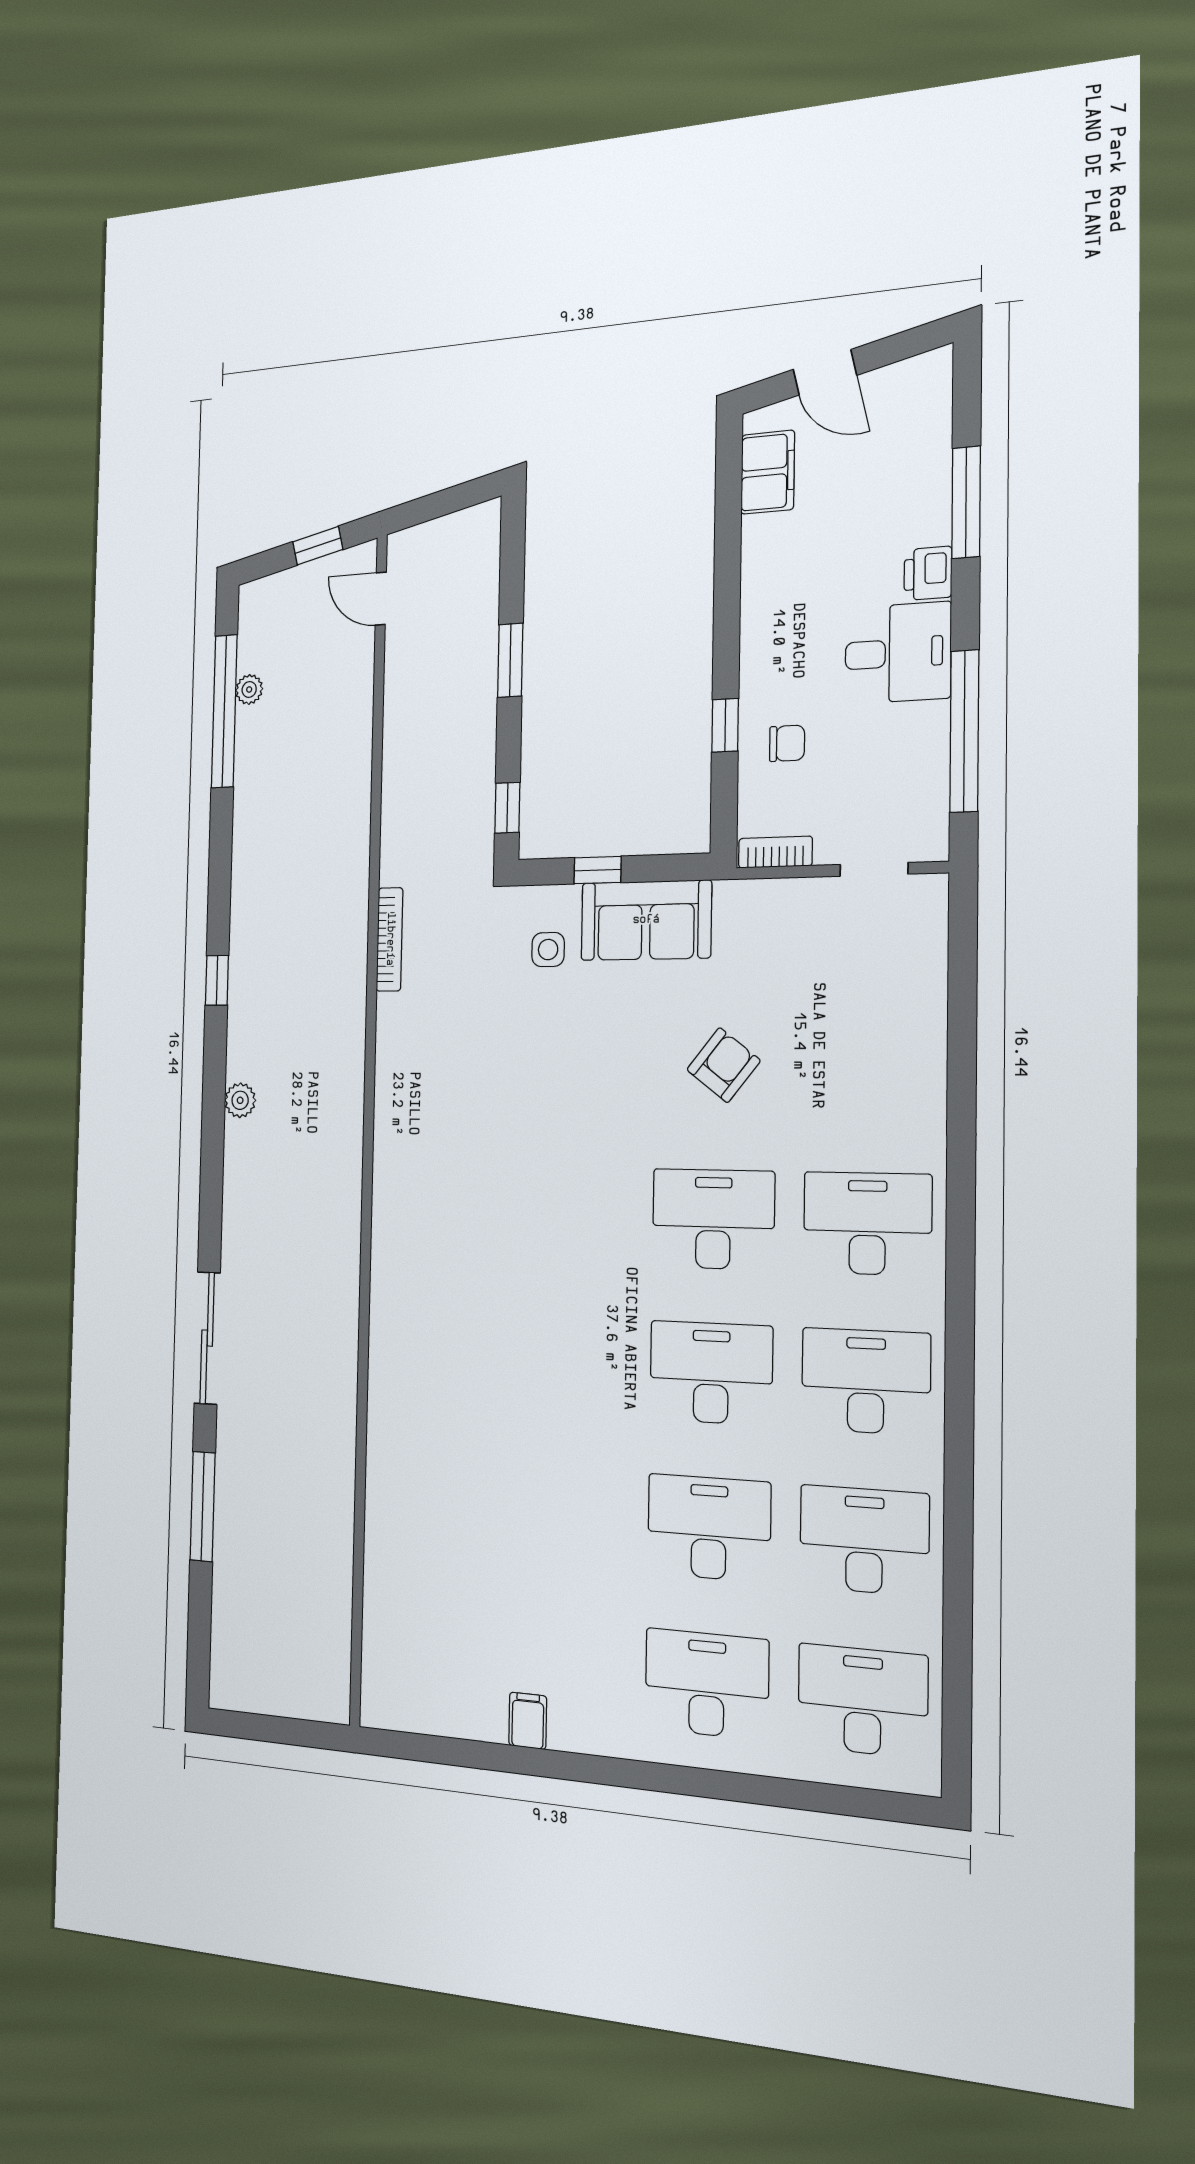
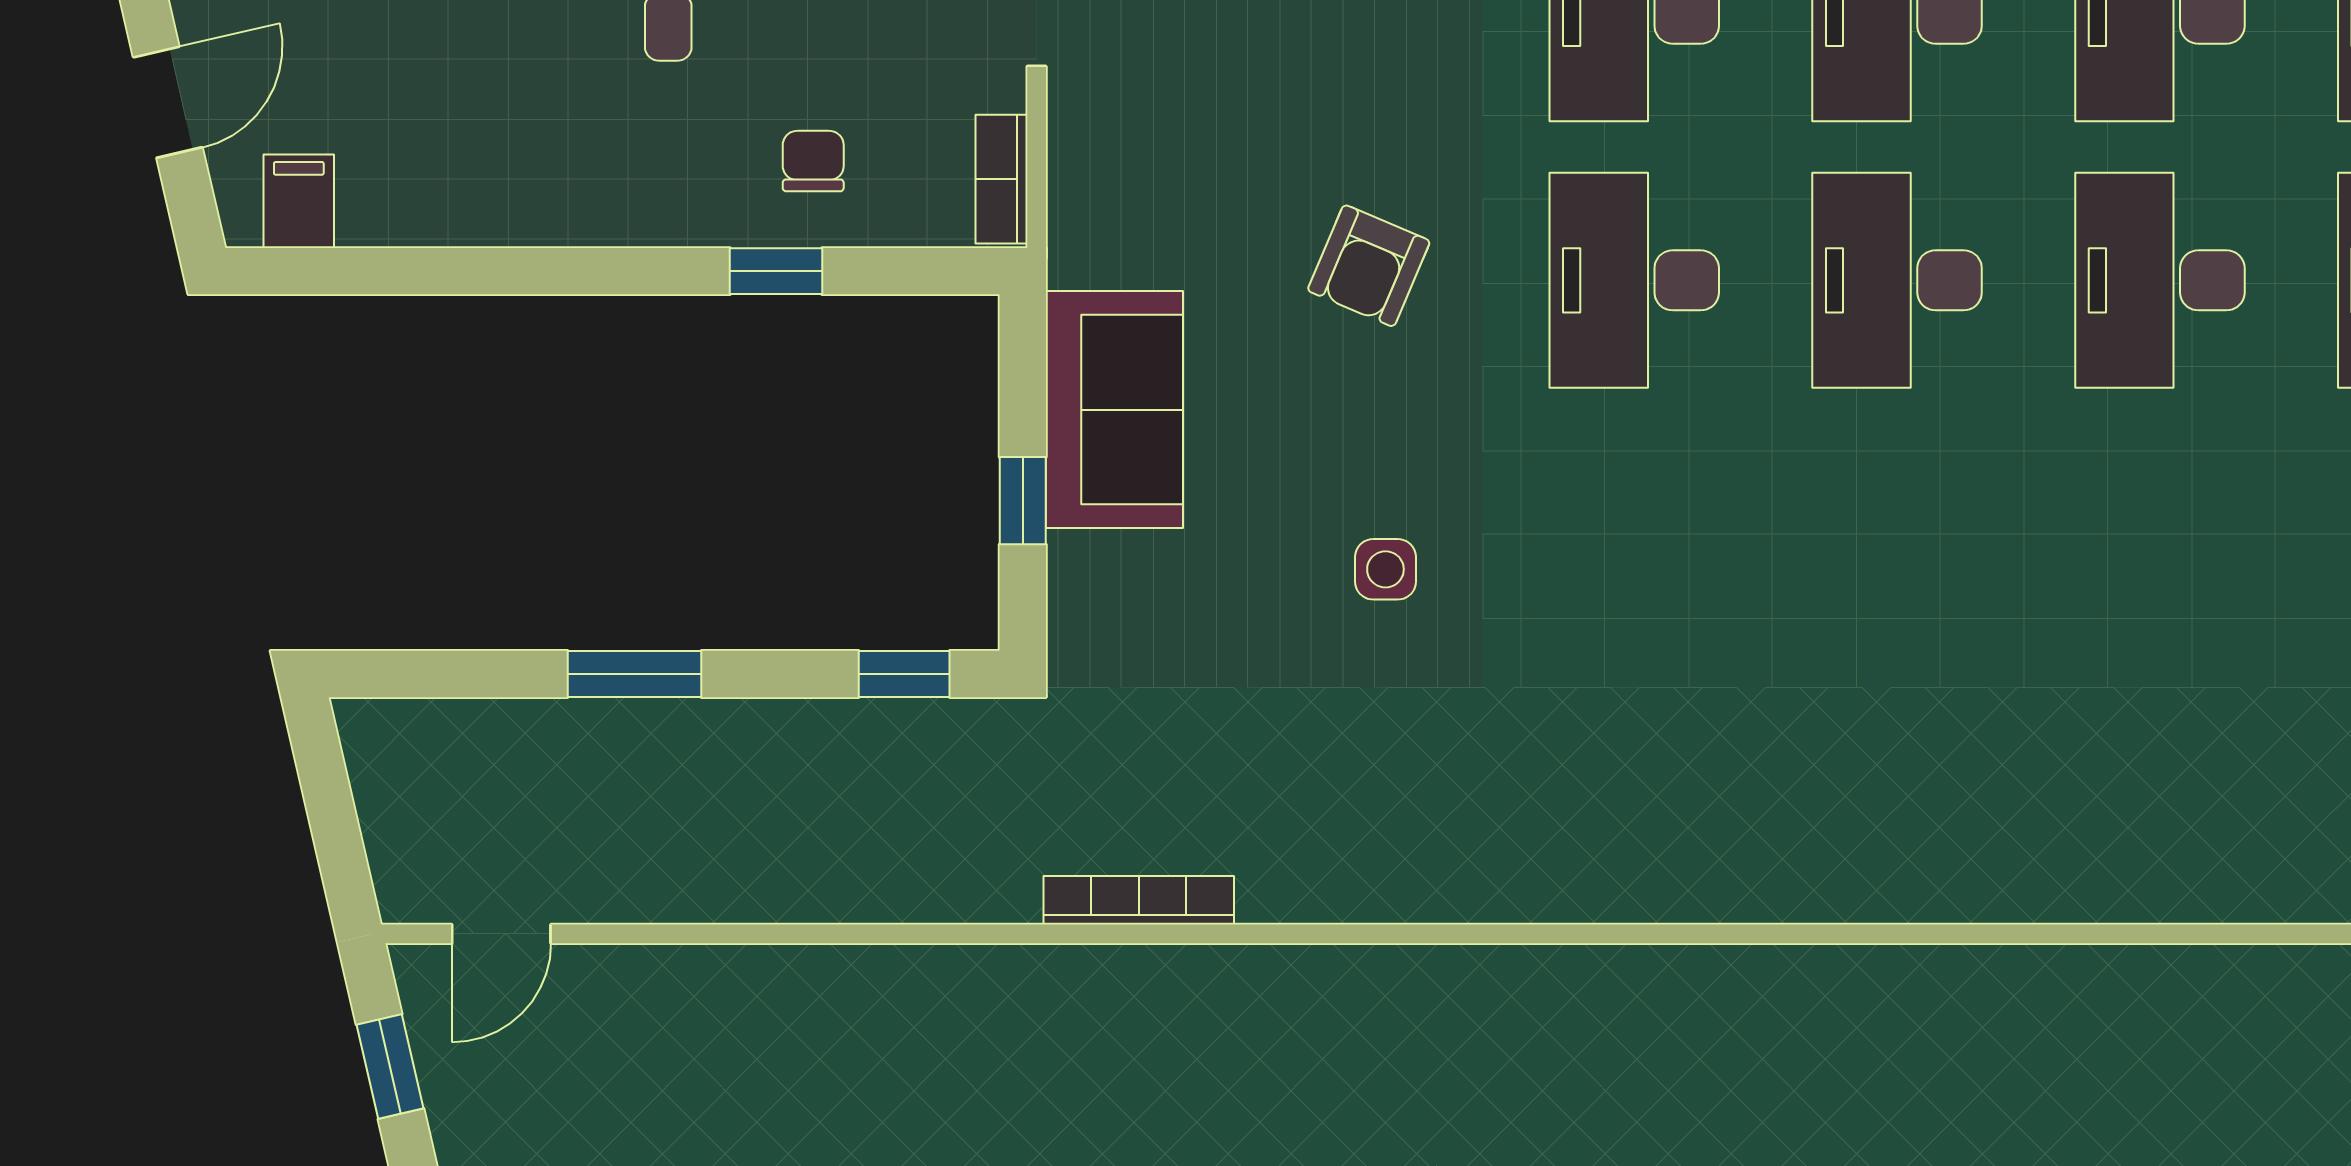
filing cabinet: (768, 472) -> (299, 201), width x0.50
side table: (548, 950) -> (1385, 569), moved
armchair: (724, 1065) -> (1369, 266), turned -105

